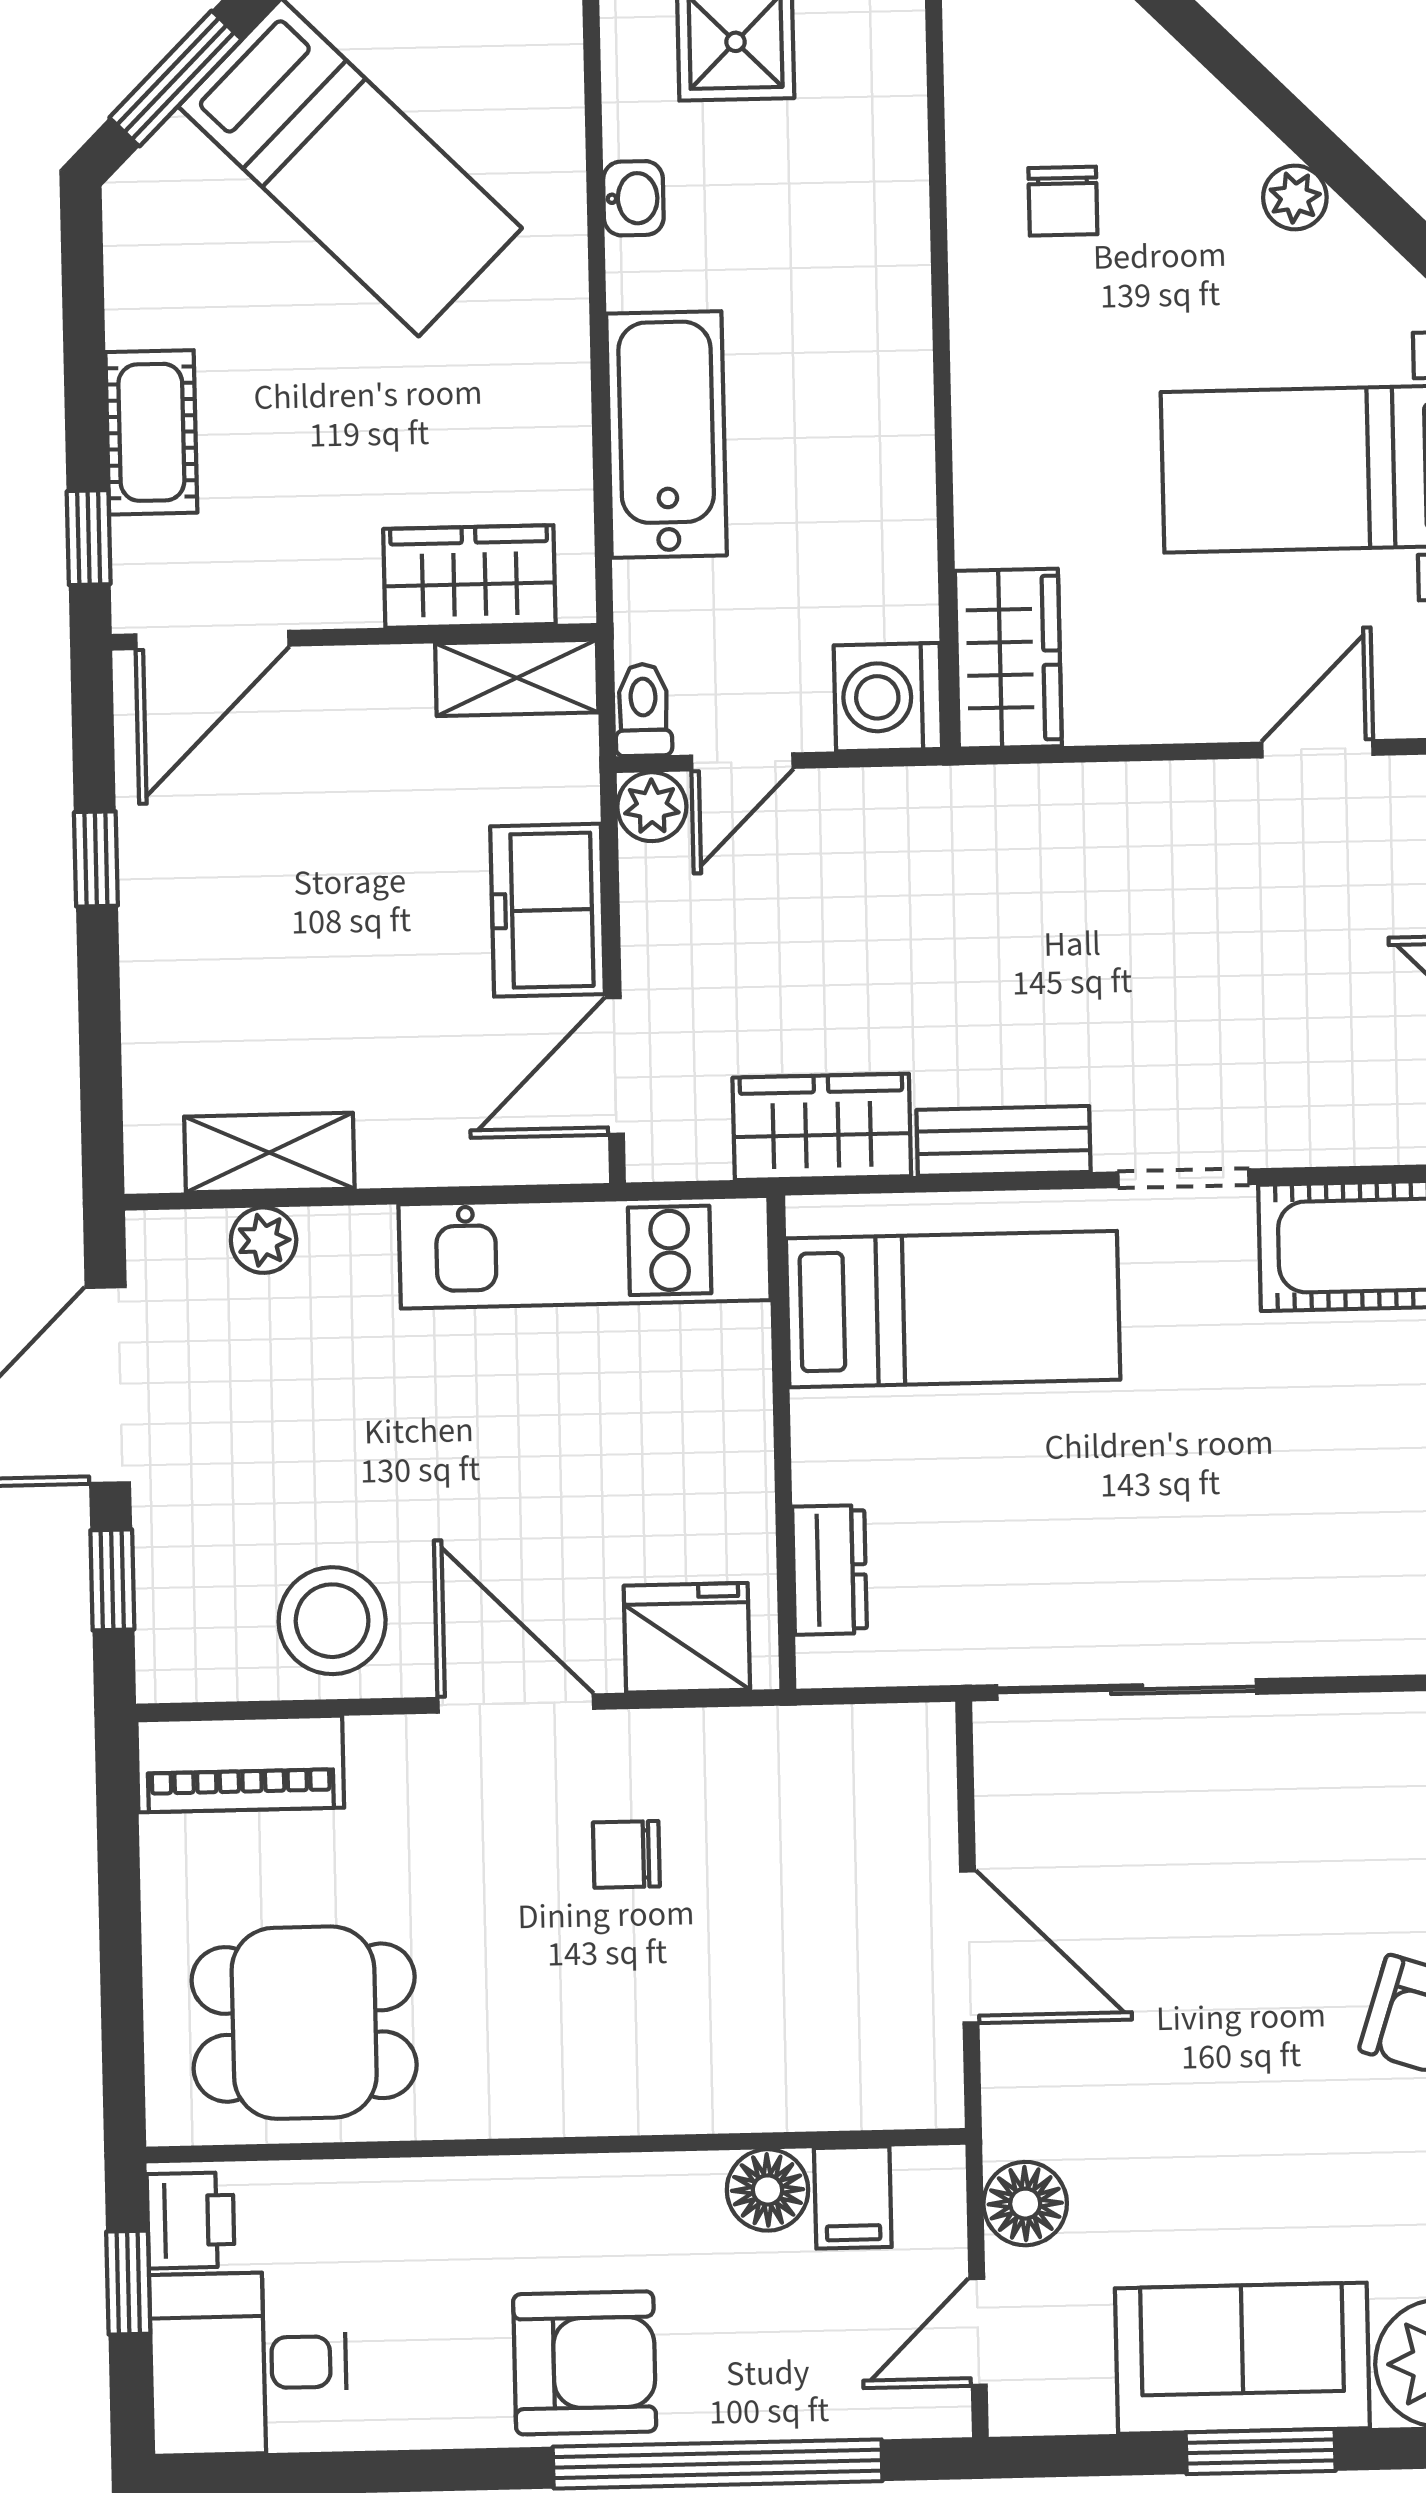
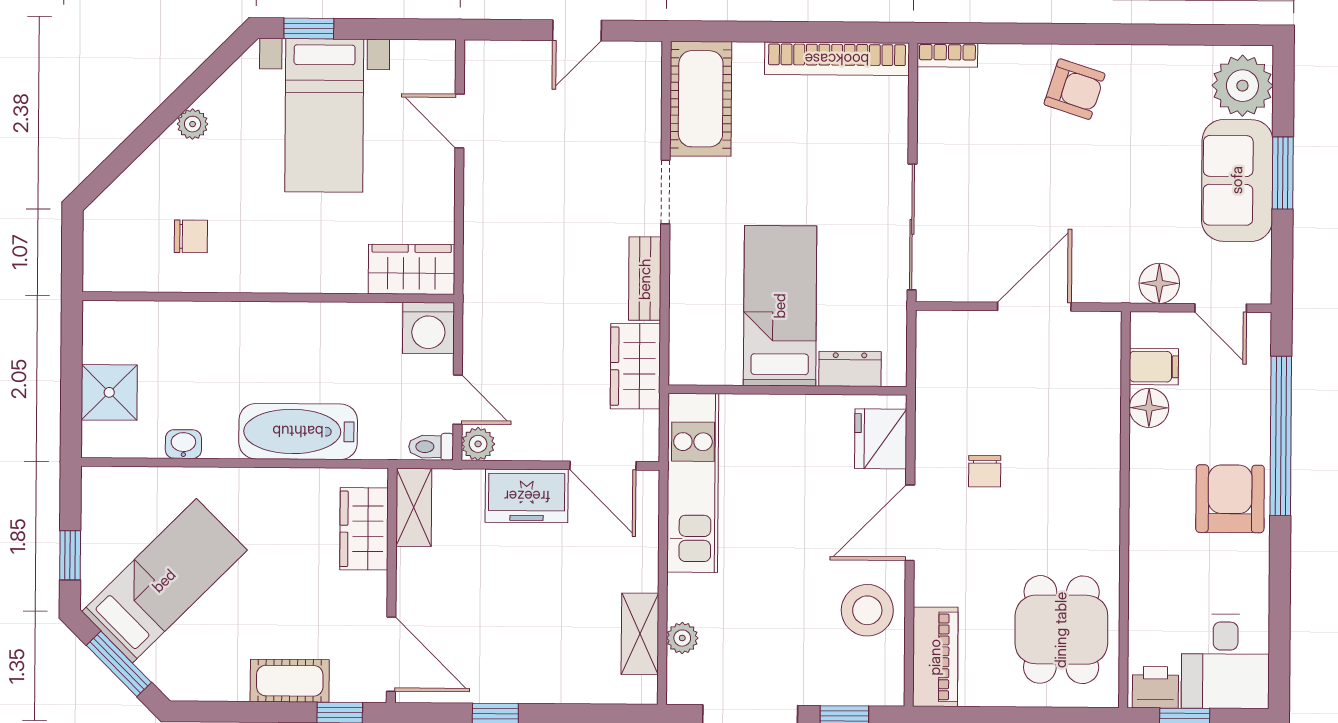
bed: (953, 1309) -> (780, 306), moved

